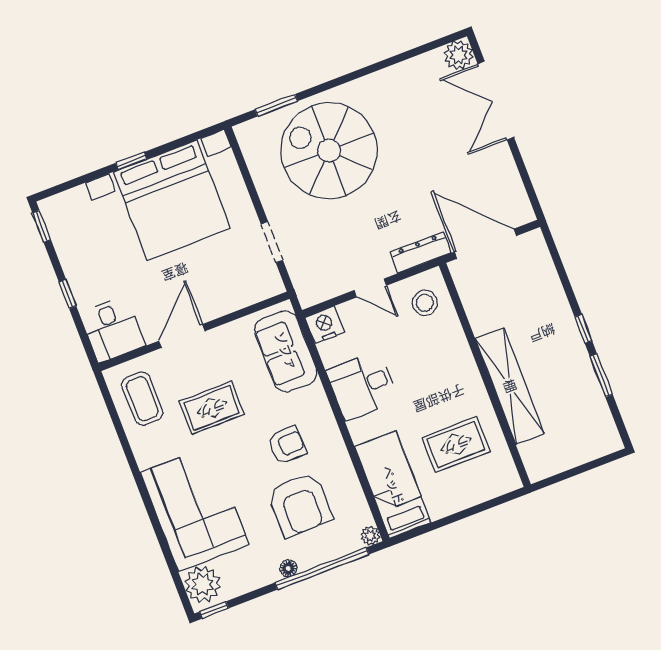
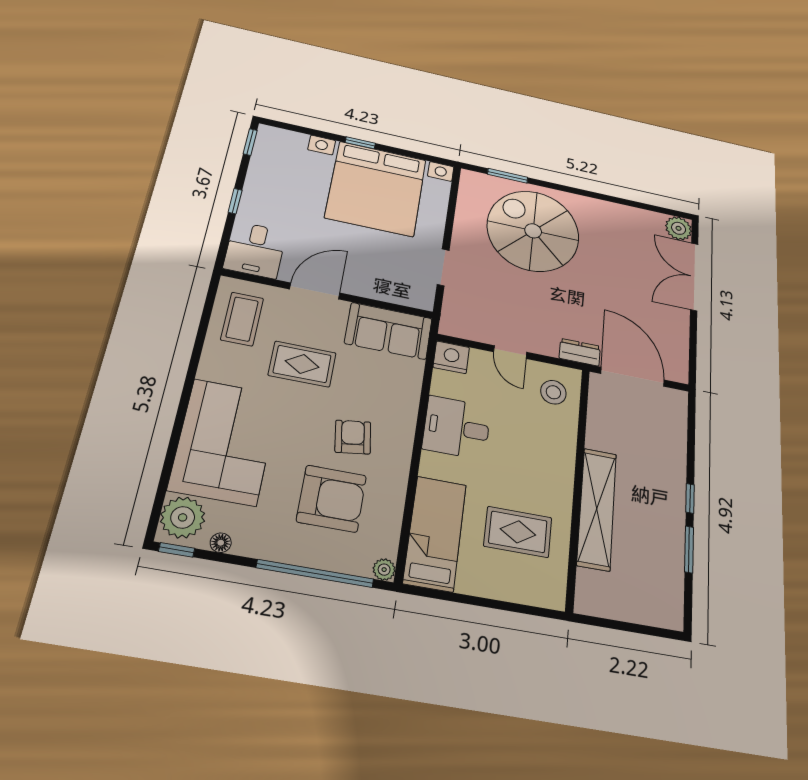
dresser: (421, 253) -> (580, 352), width x0.70
sofa: (286, 351) -> (389, 331), moved, turned -90
armchair: (287, 445) -> (353, 437), turned -96
armchair: (300, 505) -> (332, 499), turned -90
floor lamp: (288, 568) -> (221, 543), moved

